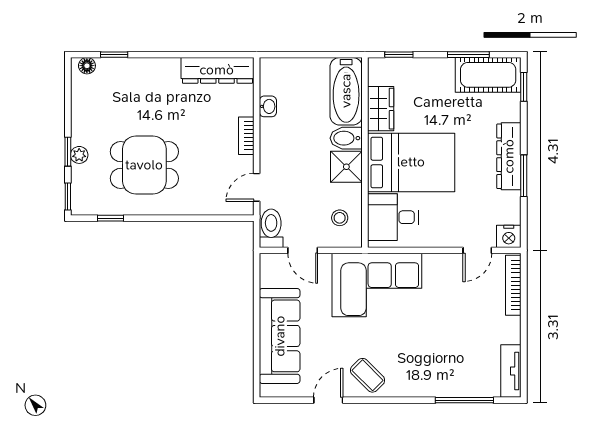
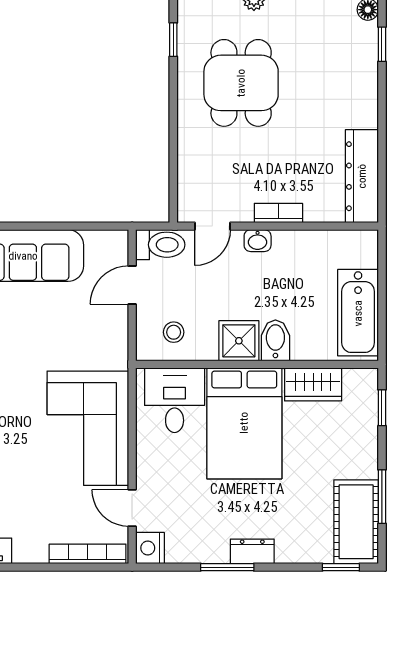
bathtub: (346, 91) -> (358, 313), moved, turned -90
washbasin: (268, 106) -> (258, 241), moved
dresser: (509, 156) -> (252, 551), width x0.51, depth x0.80
door: (257, 187) -> (213, 226), swing flipped
corner sofa: (377, 285) -> (88, 428), moved

